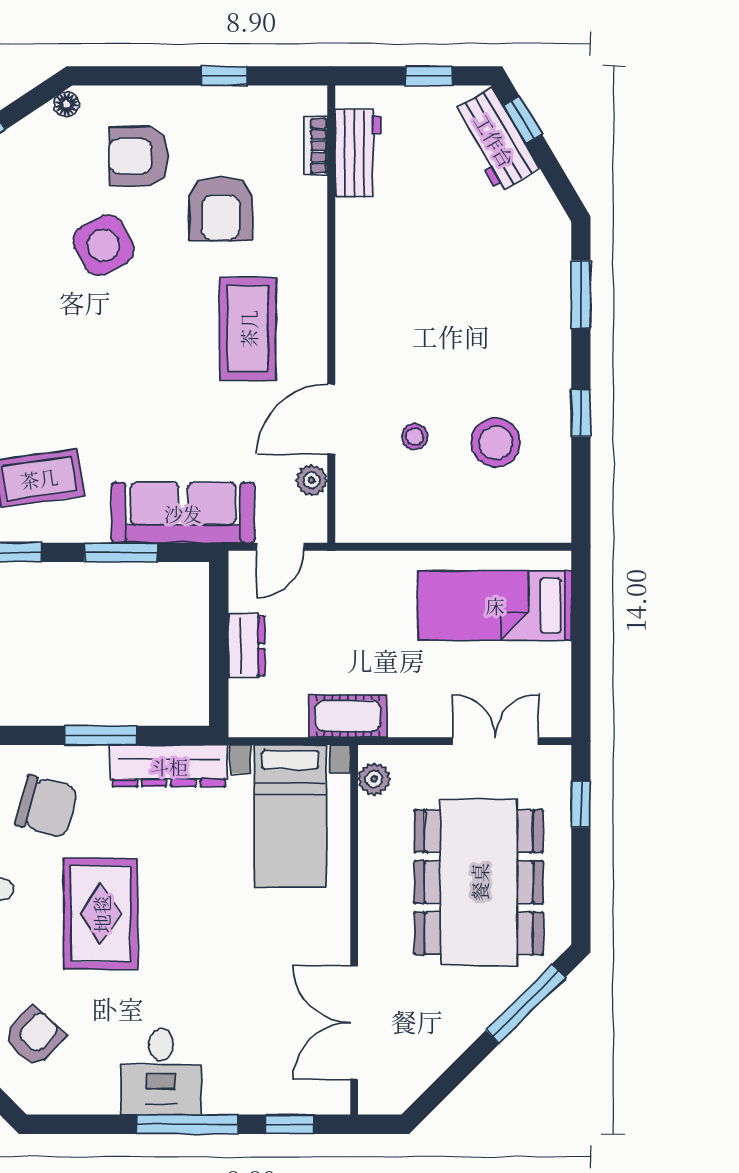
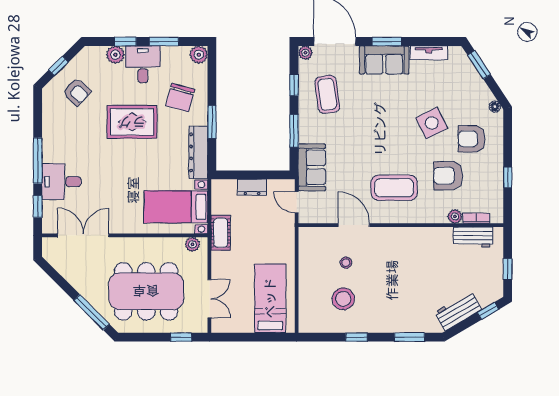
workbench: (495, 140) -> (458, 311), moved
armchair: (139, 156) -> (472, 139), turned -90
plant: (312, 480) -> (455, 216), moved
sofa: (183, 513) -> (312, 167), width x0.73
desk: (161, 1071) -> (61, 182), moved

